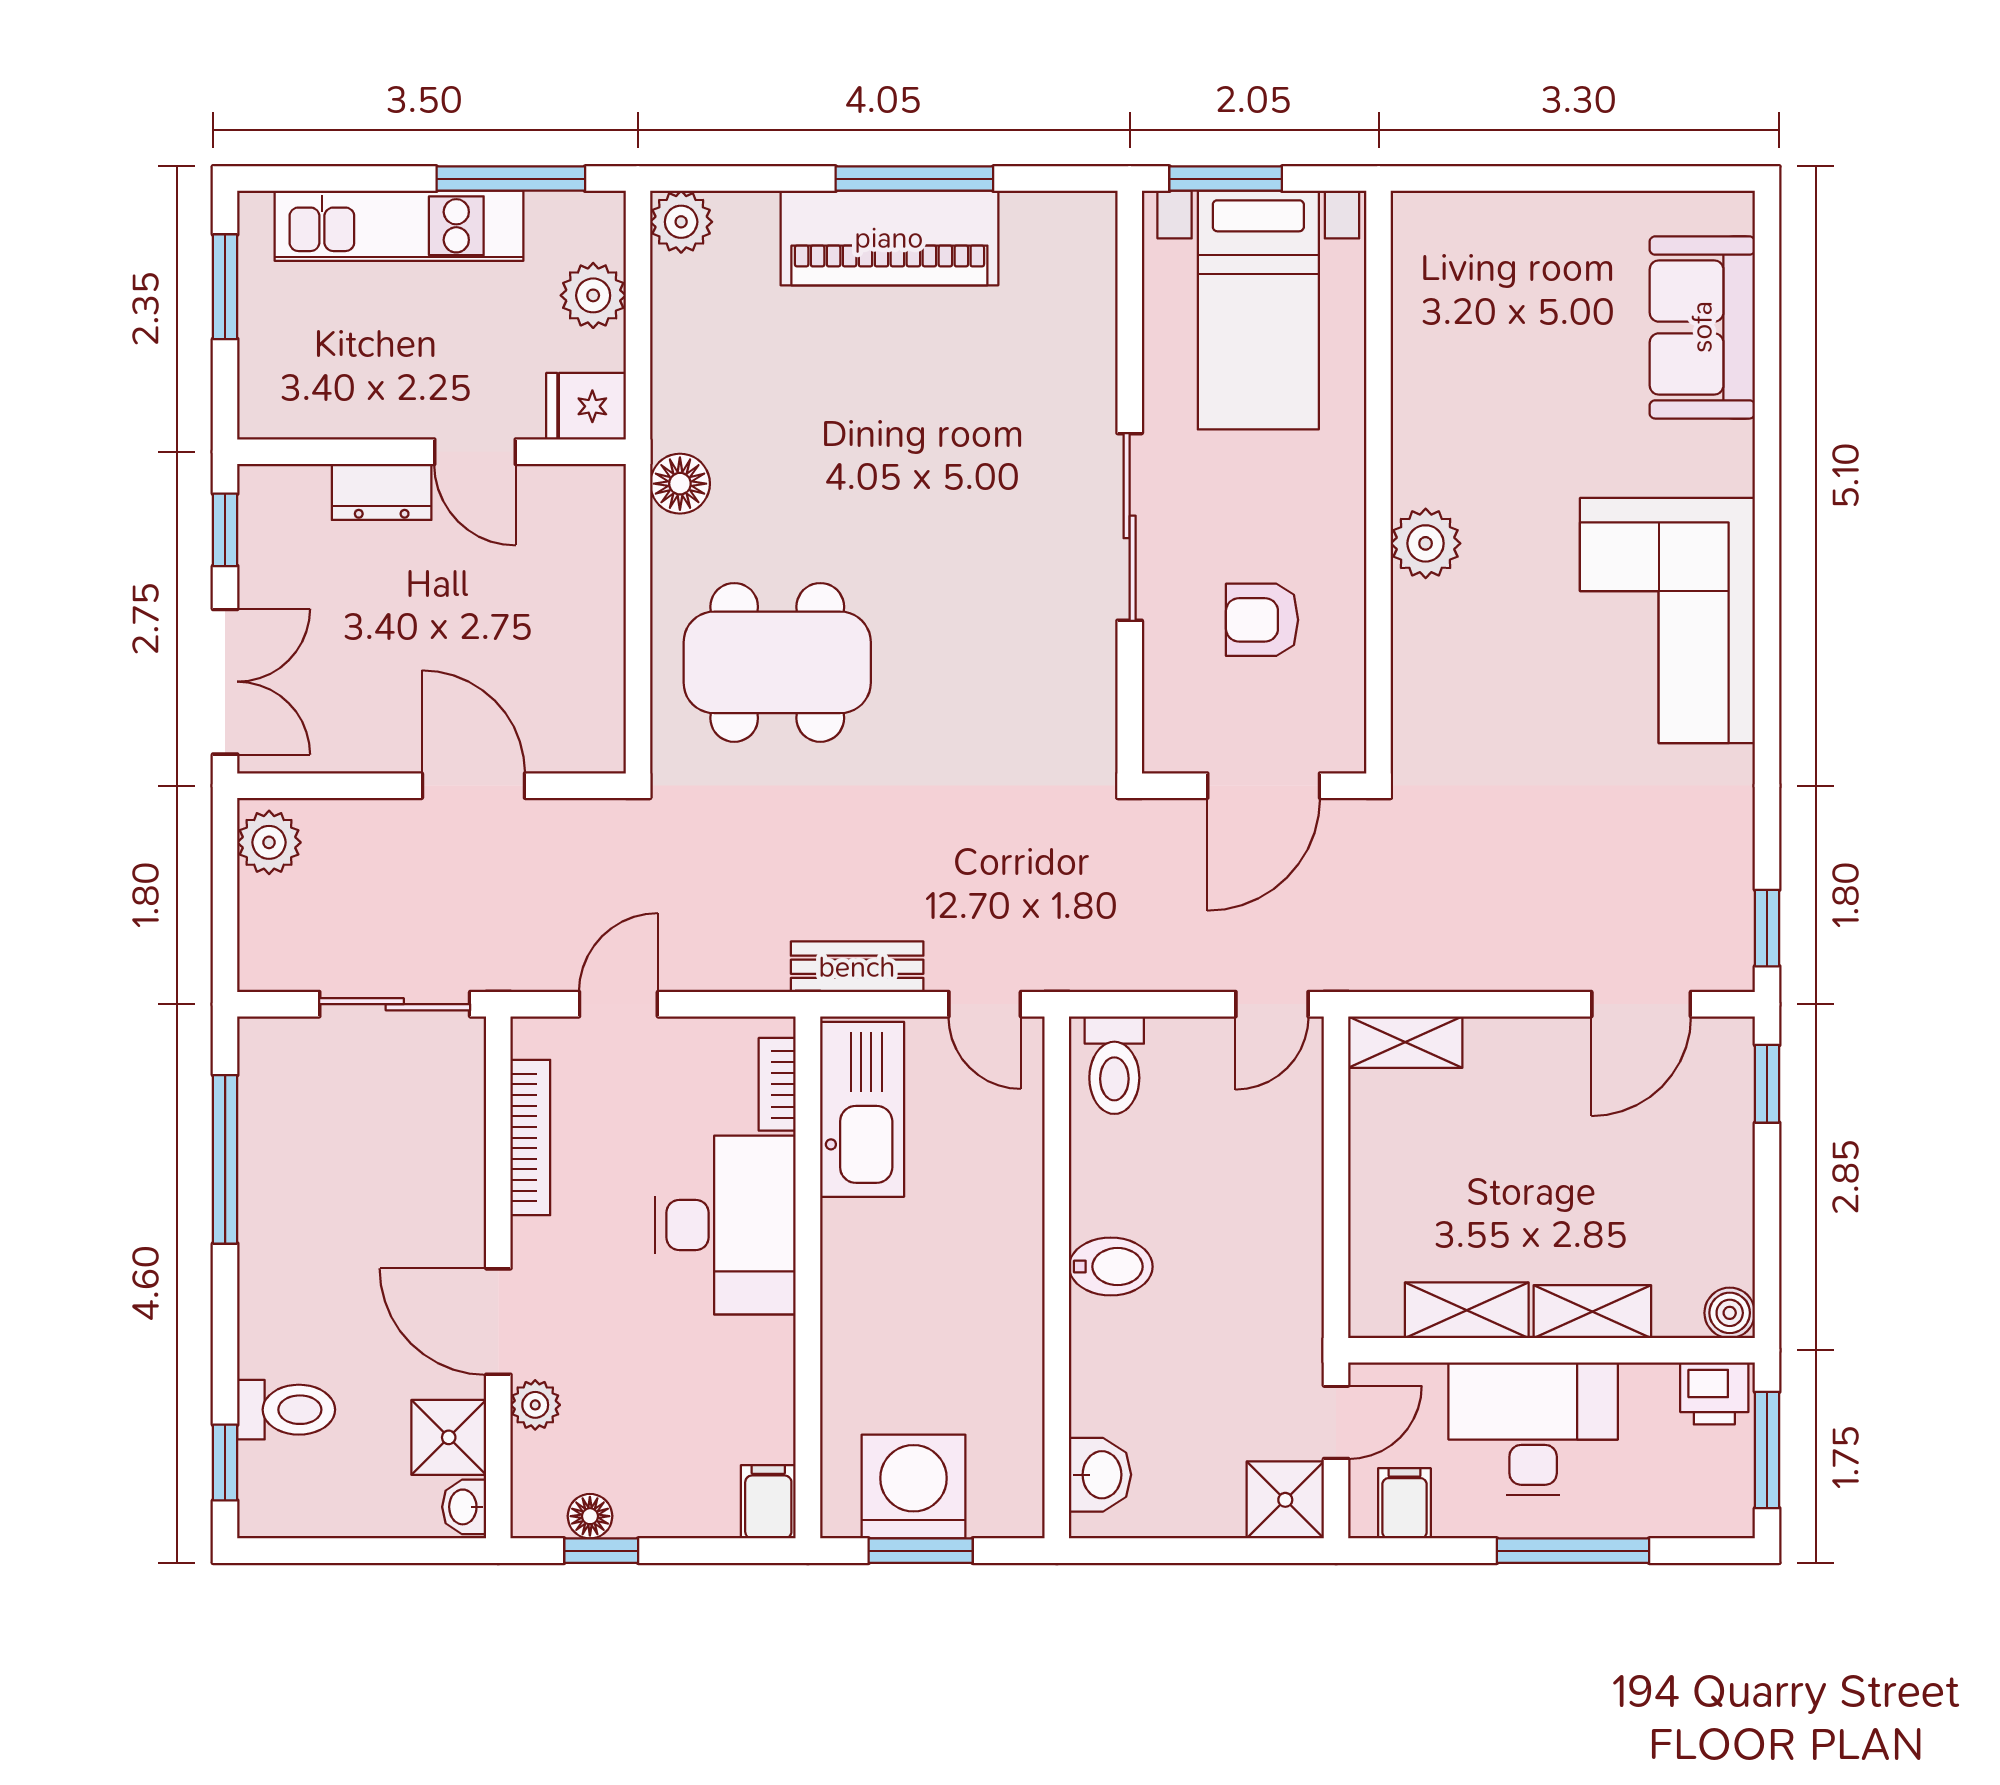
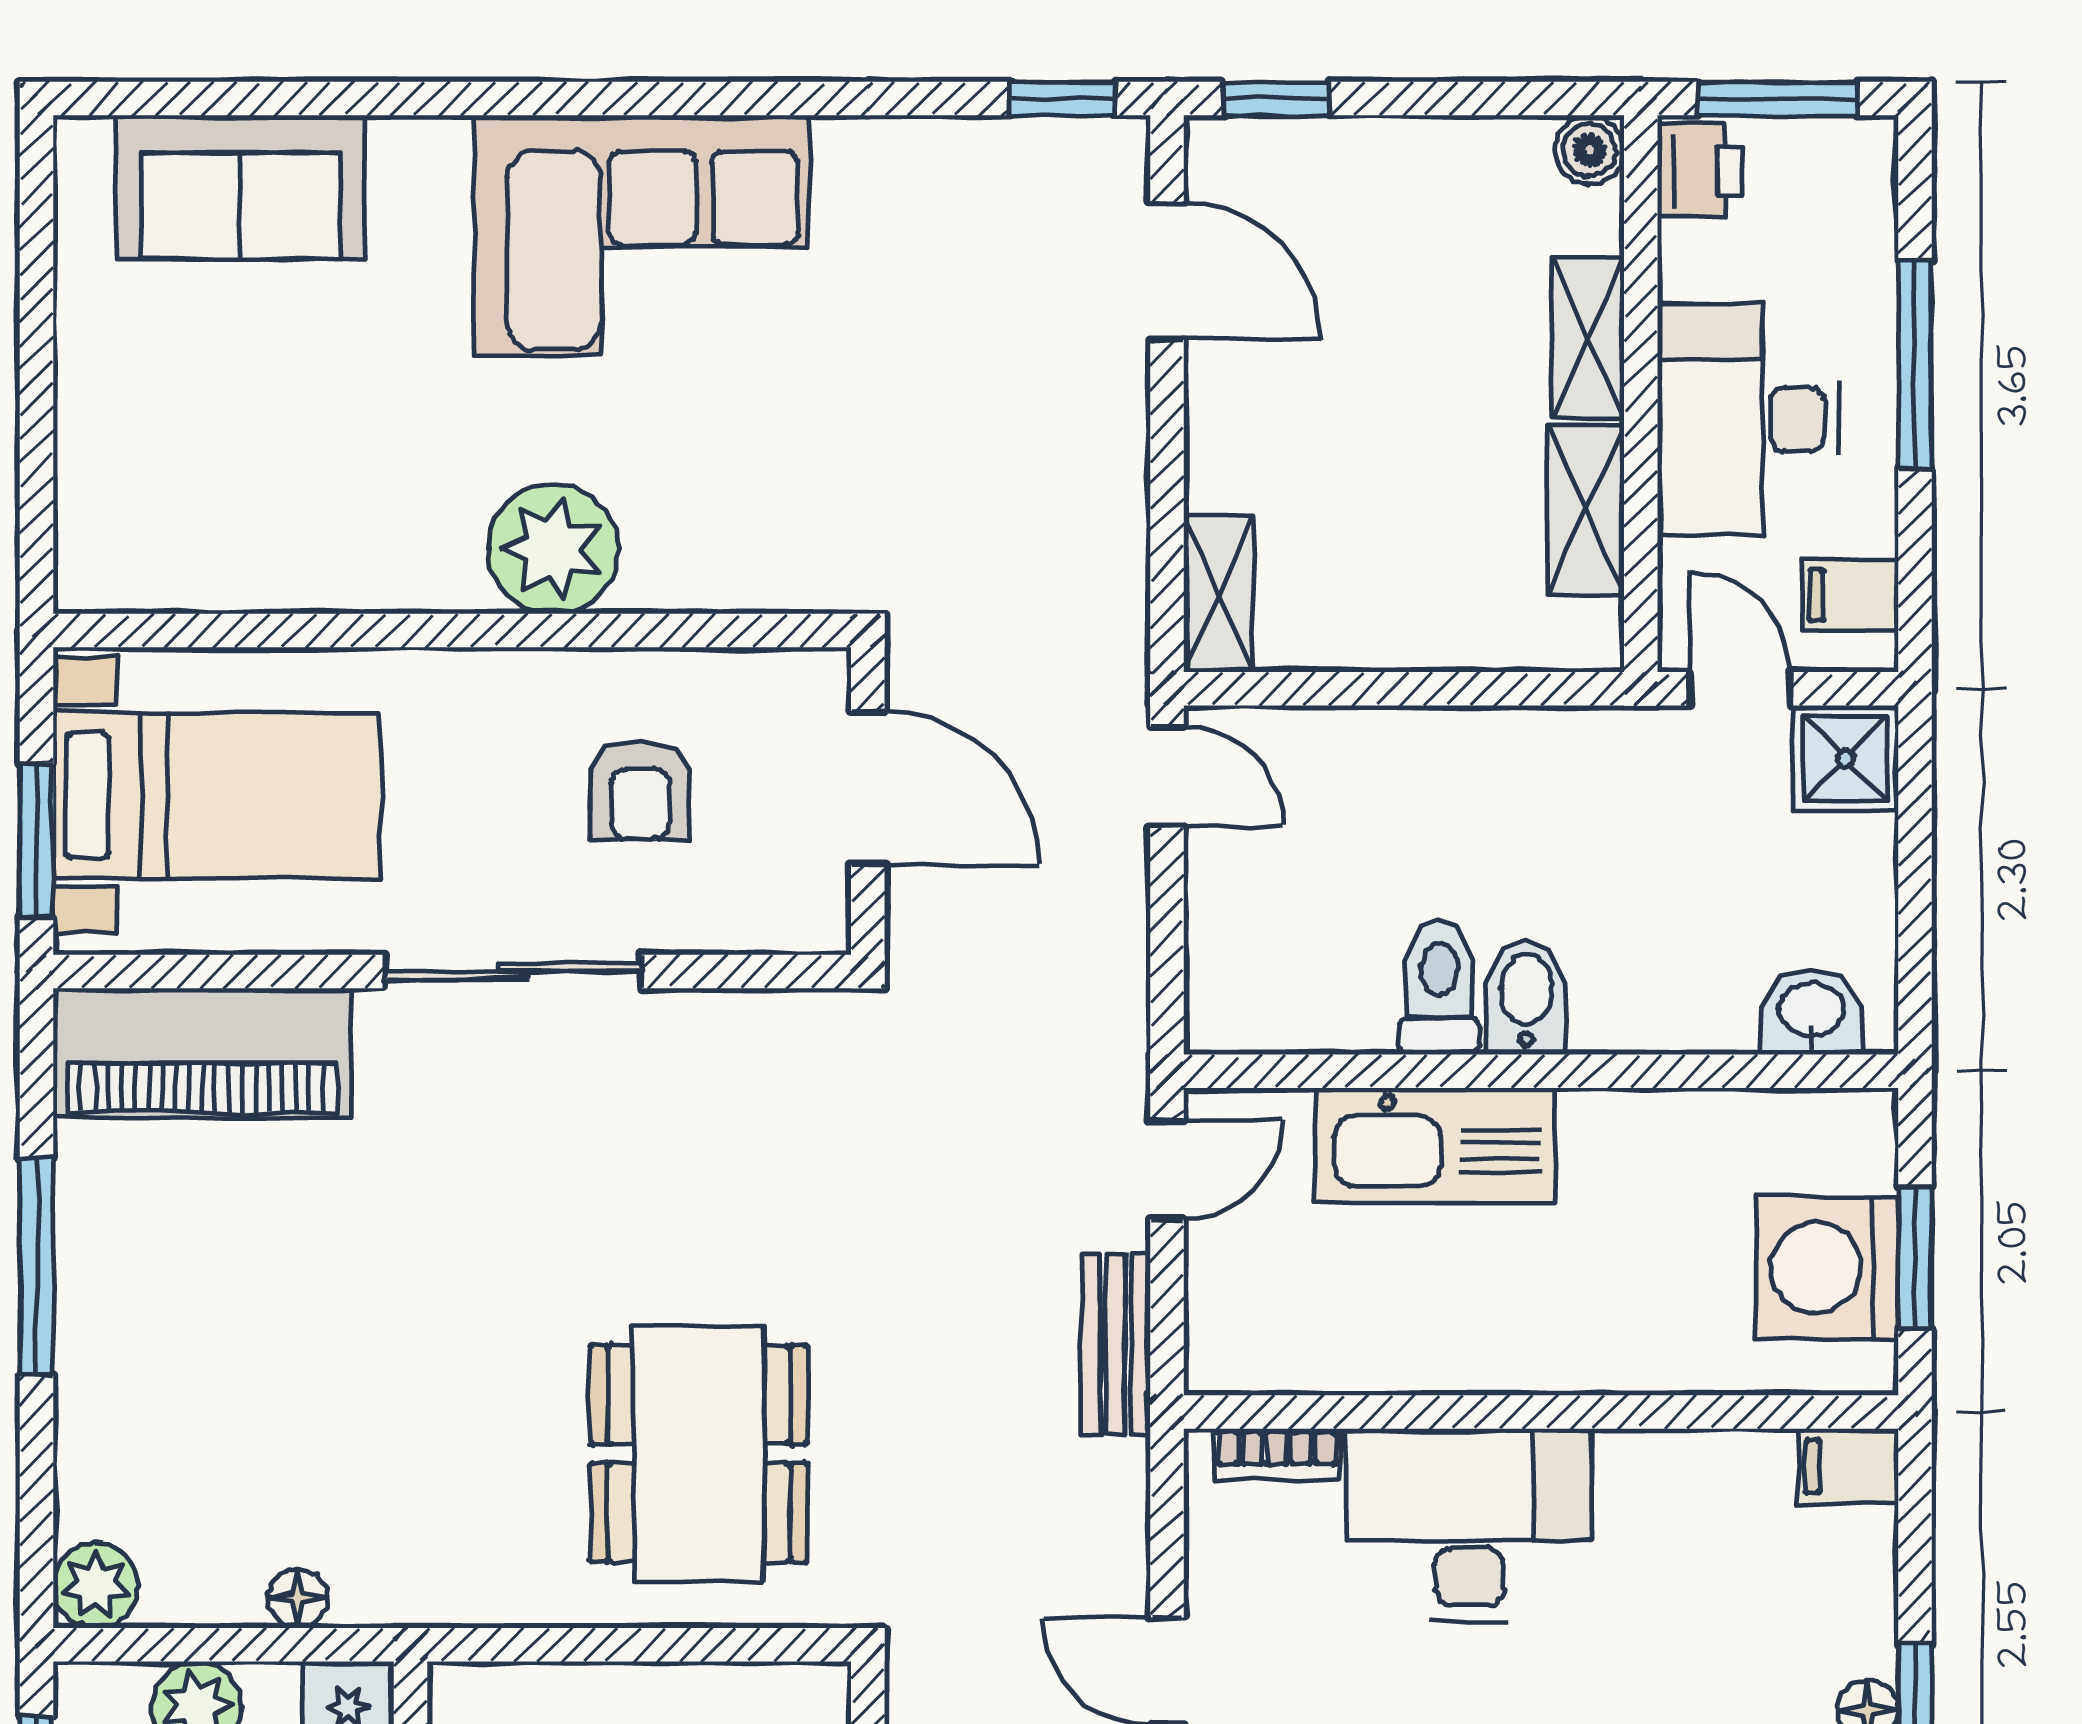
piano: (889, 238) -> (202, 1053), moved, turned 90
floor lamp: (680, 484) -> (298, 1598), moved, width x0.73, depth x0.73
plant: (1426, 543) -> (553, 549), width x1.36, depth x1.36
toilet: (1114, 1065) -> (1439, 988), moved, turned -90
kitchen sink: (862, 1109) -> (1435, 1145), moved, turned 180

